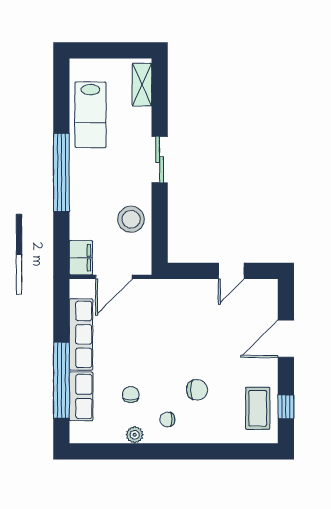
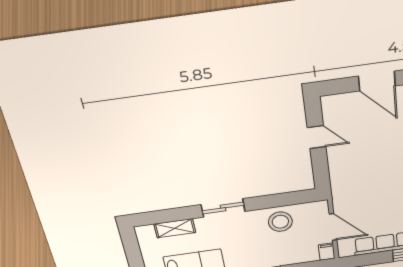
shelving: (142, 85) -> (175, 228), moved
filing cabinet: (81, 258) -> (327, 252), width x0.50

